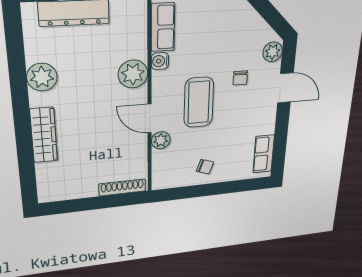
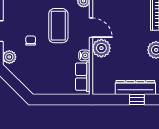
door: (150, 118) -> (91, 28), moved

